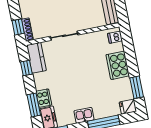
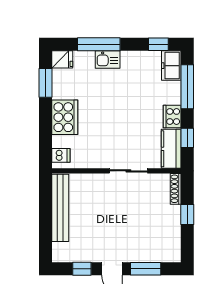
window: (18, 27) -> (187, 214), moved
cooker: (44, 98) -> (172, 117), moved
window: (34, 105) -> (187, 87), width x1.44
kitchen sink: (84, 115) -> (108, 60), moved

